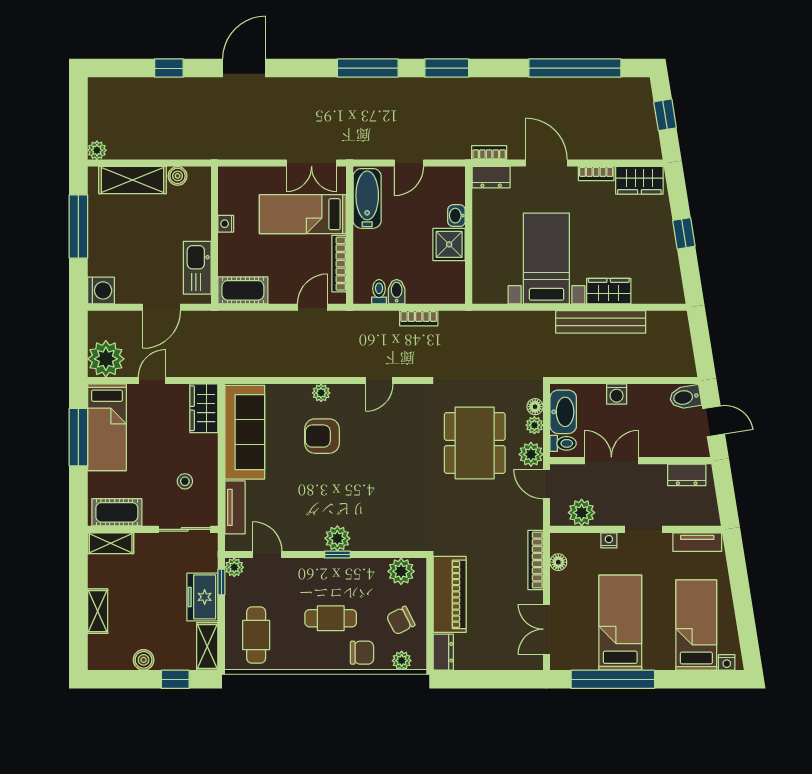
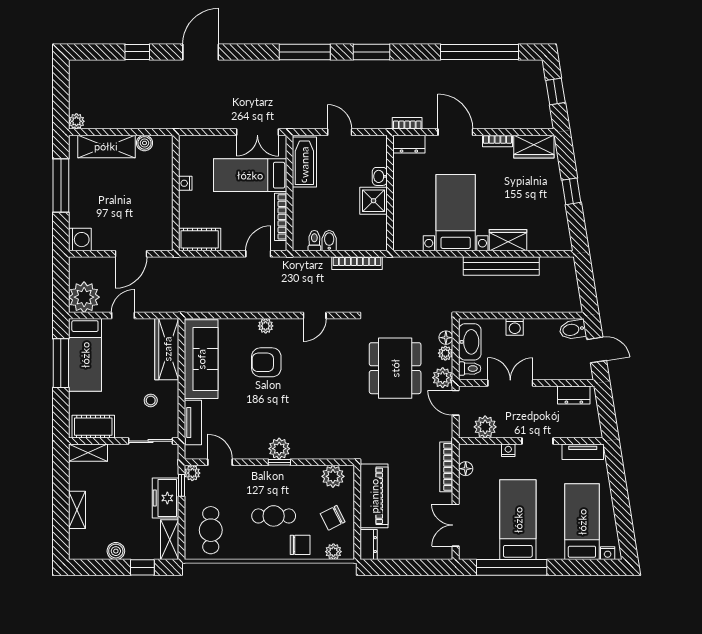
door: (409, 163) -> (340, 132), swing flipped
kitchen sink: (197, 268) -> (161, 220), removed
bookcase: (419, 318) -> (357, 263), width x1.56
wardrobe: (204, 408) -> (167, 349), width x1.50

